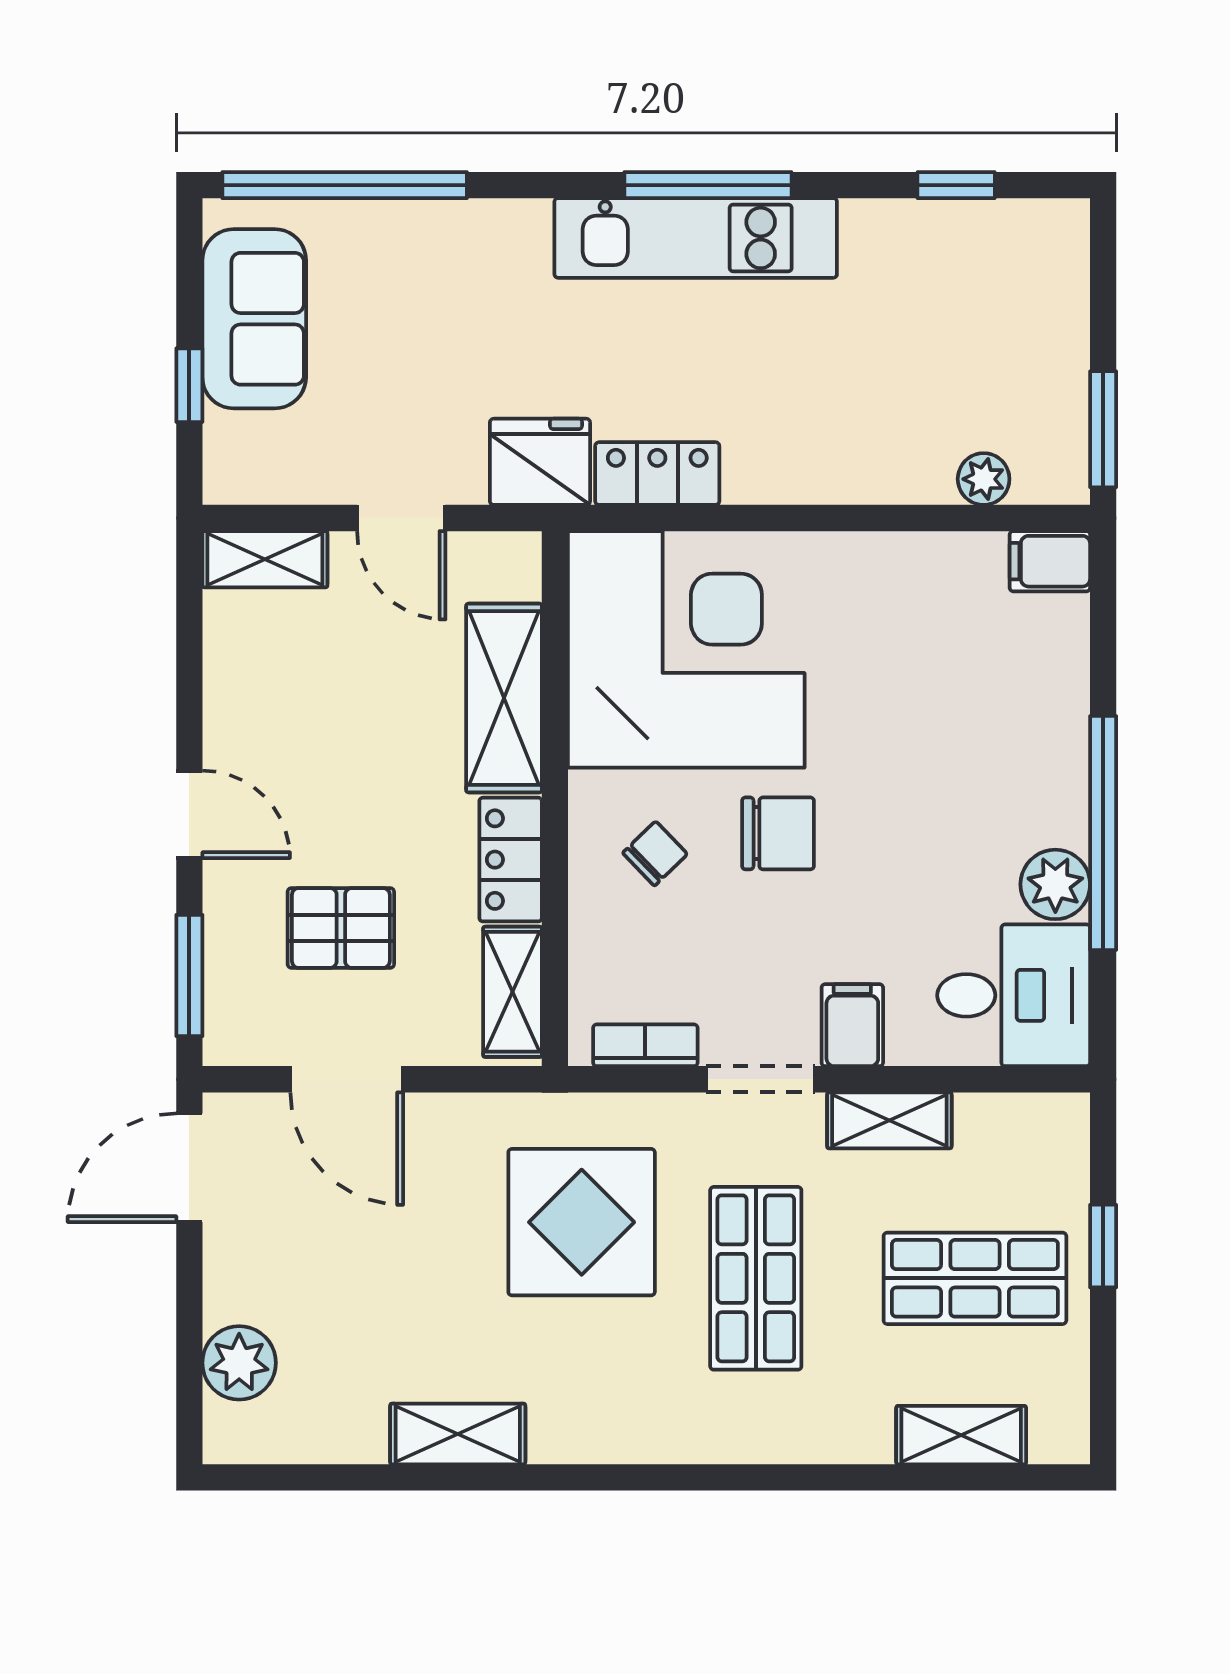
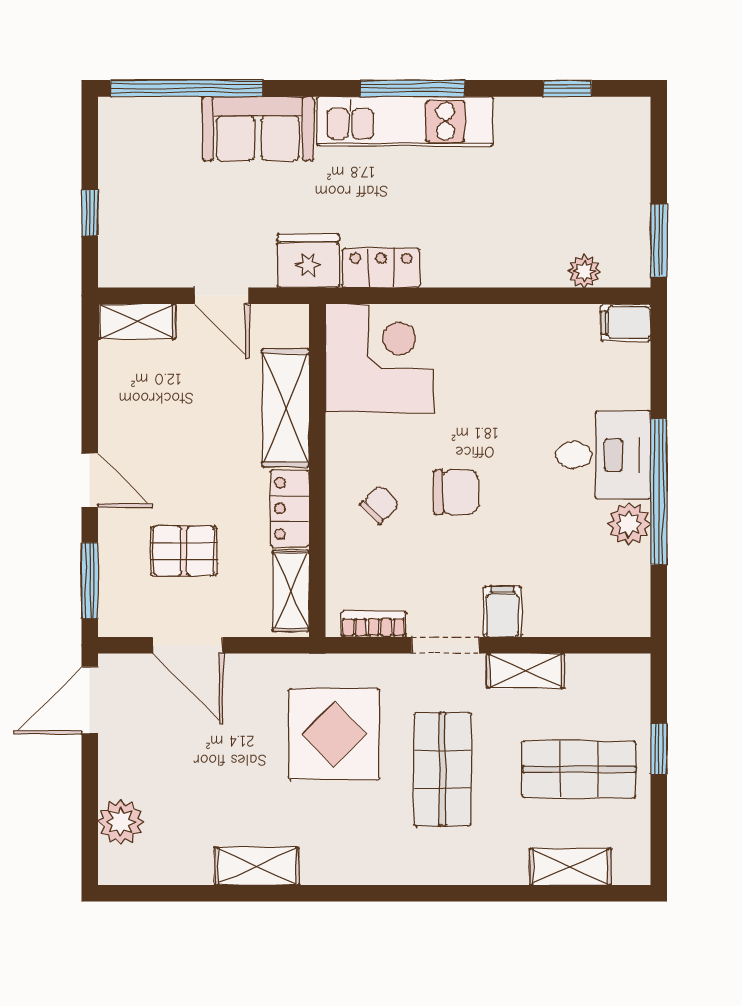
sofa: (254, 319) -> (258, 129), moved, turned 90
corner desk: (686, 649) -> (380, 358), width x0.74, depth x0.74
desk: (1014, 995) -> (603, 455), moved

